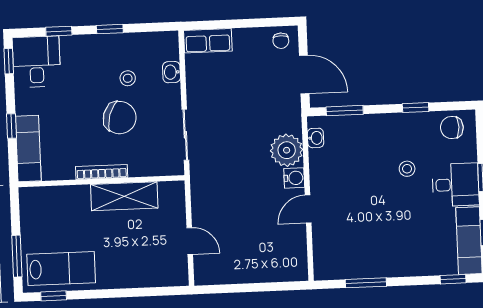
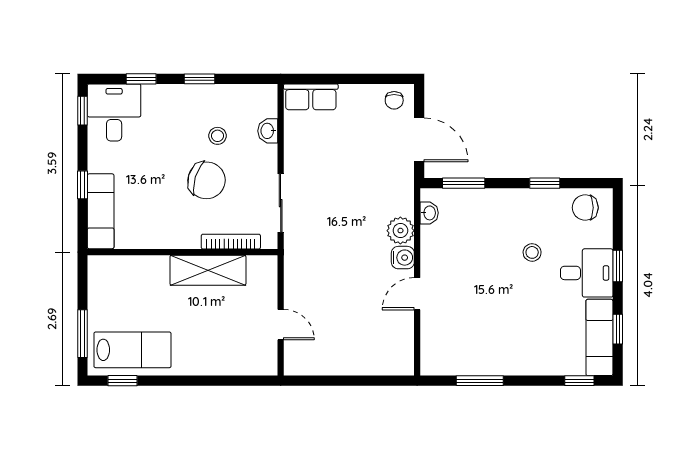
plant: (287, 150) -> (400, 231), width x0.73, depth x0.73
bookcase: (102, 172) -> (231, 242), moved

